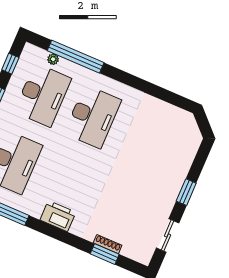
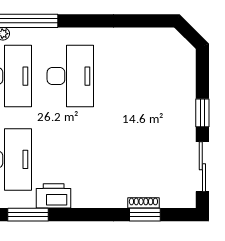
printer: (58, 216) -> (54, 196), moved
sliding door: (168, 235) -> (202, 167), width x1.37

